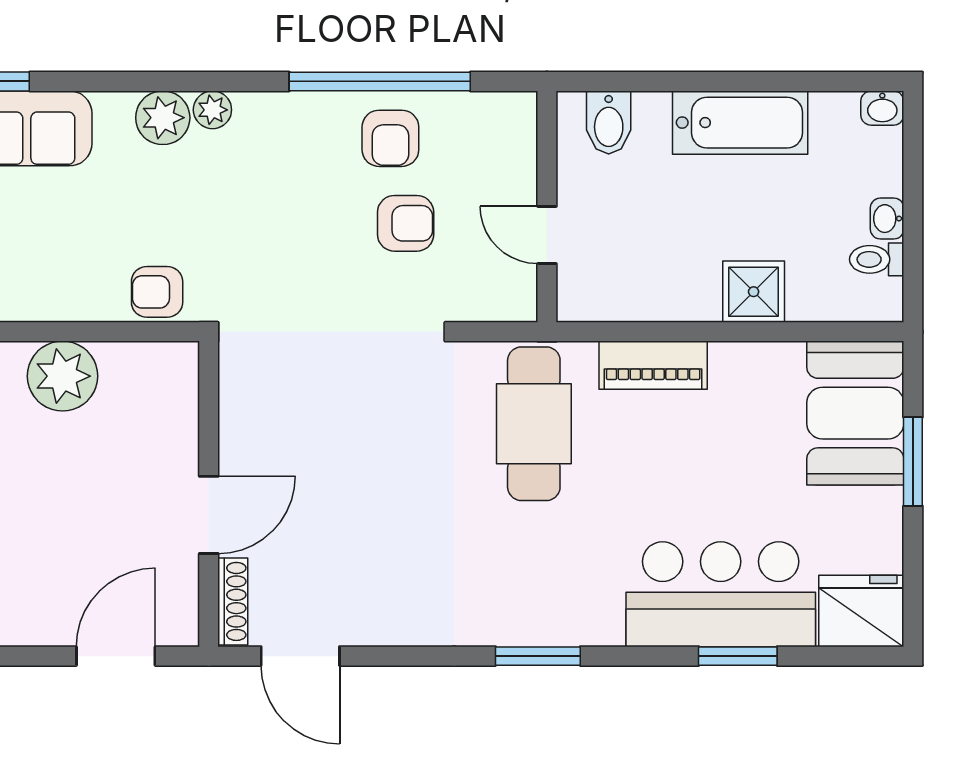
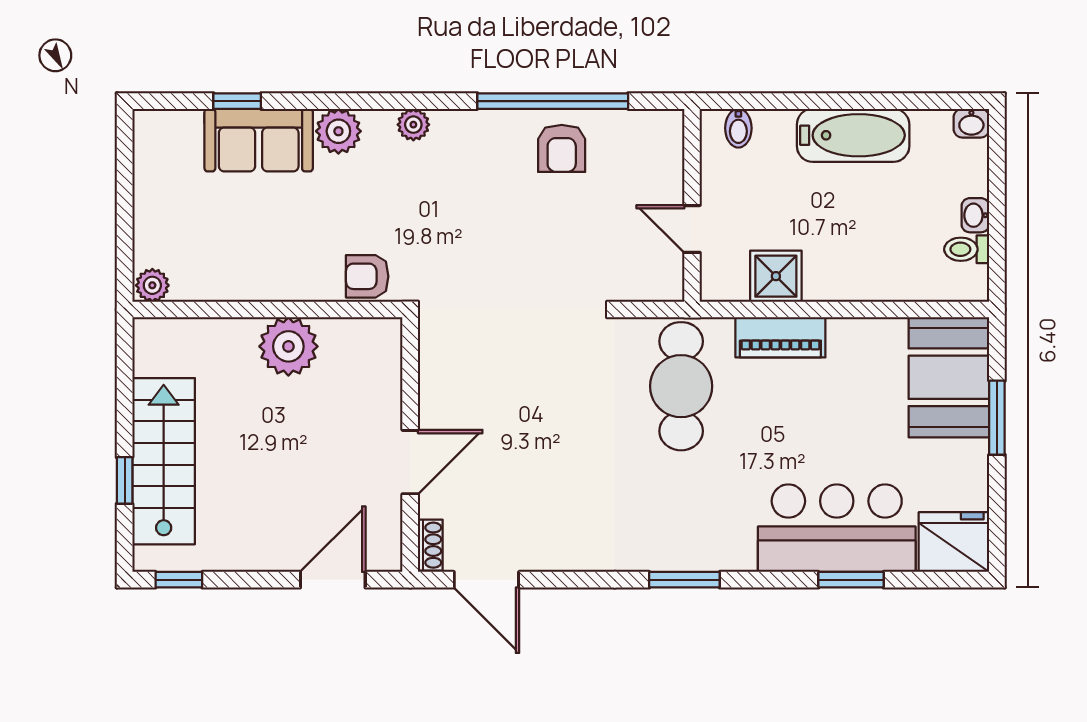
plant: (163, 118) -> (338, 131), moved
bidet: (609, 122) -> (738, 128), width x0.72, depth x0.74
armchair: (406, 223) -> (574, 219), removed
shower: (754, 292) -> (776, 276), moved
shoe rack: (233, 601) -> (430, 545), width x0.70

